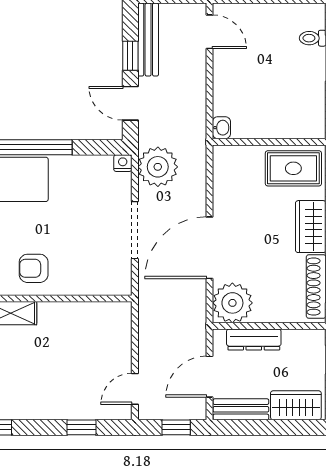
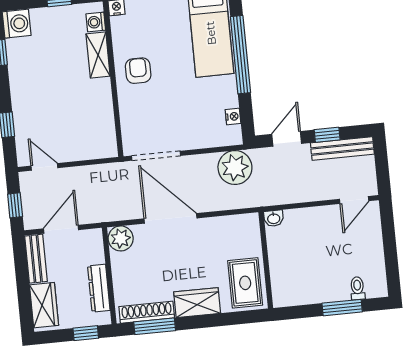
nightstand: (123, 163) -> (233, 116), moved
doorway: (135, 230) -> (156, 156), moved
plant: (232, 303) -> (121, 238), width x0.73, depth x0.73
dresser: (254, 339) -> (99, 288), moved
door: (210, 377) -> (61, 229), hinge flipped

